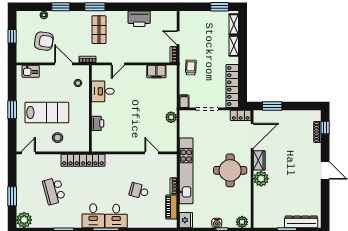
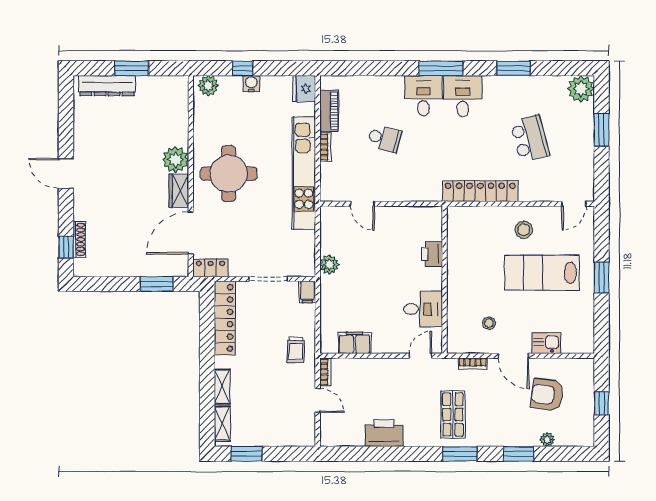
kitchen sink: (31, 71) -> (546, 343), moved
desk: (103, 91) -> (423, 309), moved
wall: (90, 108) -> (445, 280), moved
printer: (98, 123) -> (432, 254), moved

